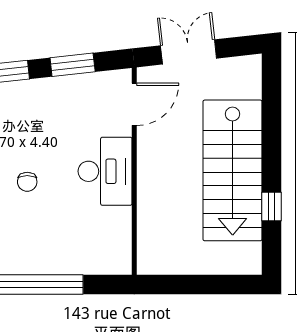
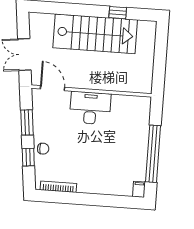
chair: (27, 182) -> (43, 149), moved

